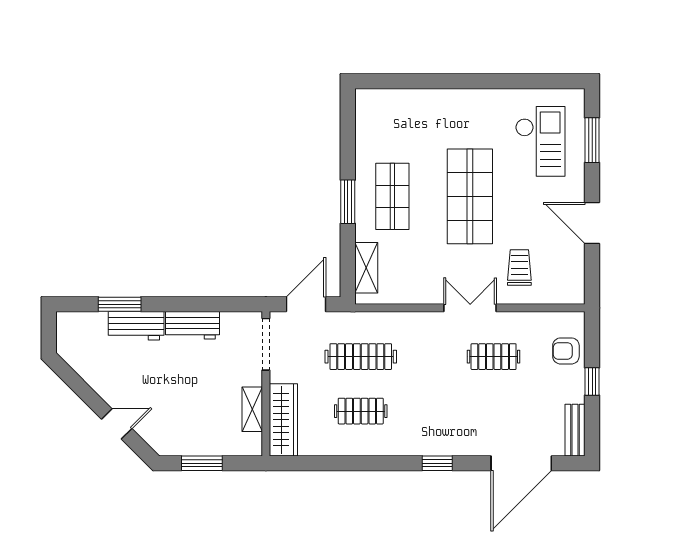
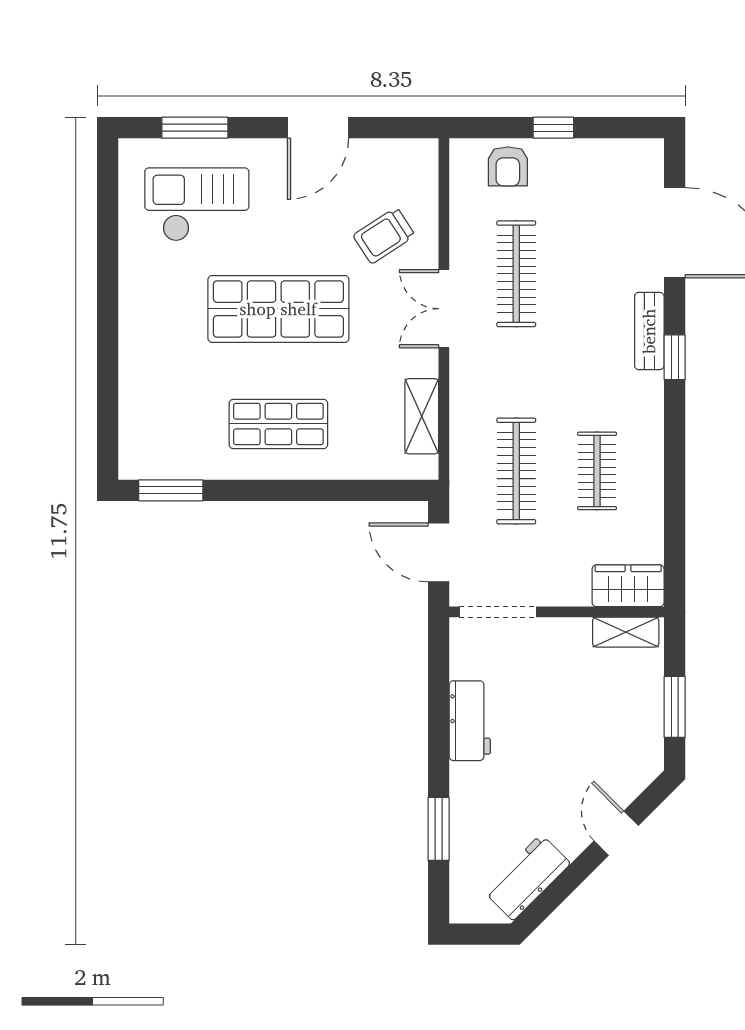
window: (348, 202) -> (171, 490), moved
shelving: (366, 268) -> (422, 416), moved, turned 90
trolley: (519, 268) -> (384, 236), turned -33
workbench: (136, 326) -> (527, 877), moved, turned -135
clothes rail: (494, 357) -> (516, 274), width x1.36
shelving: (252, 409) -> (626, 632), moved
wardrobe: (283, 420) -> (628, 586), width x0.67
bench: (575, 430) -> (649, 331), moved, turned 90

